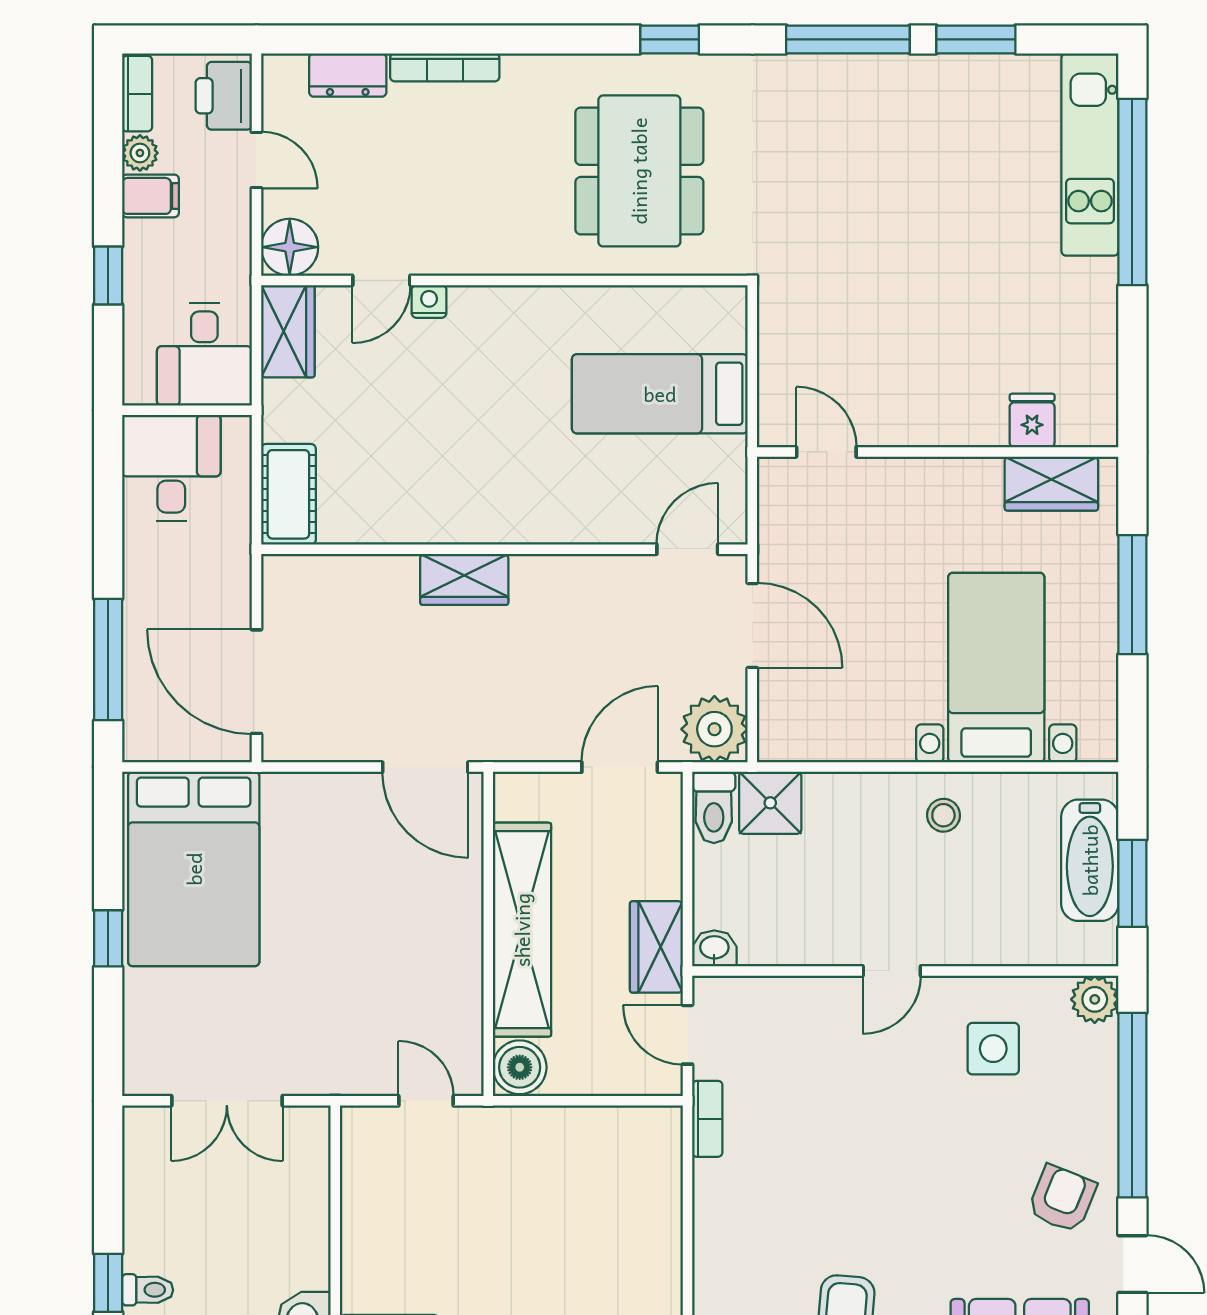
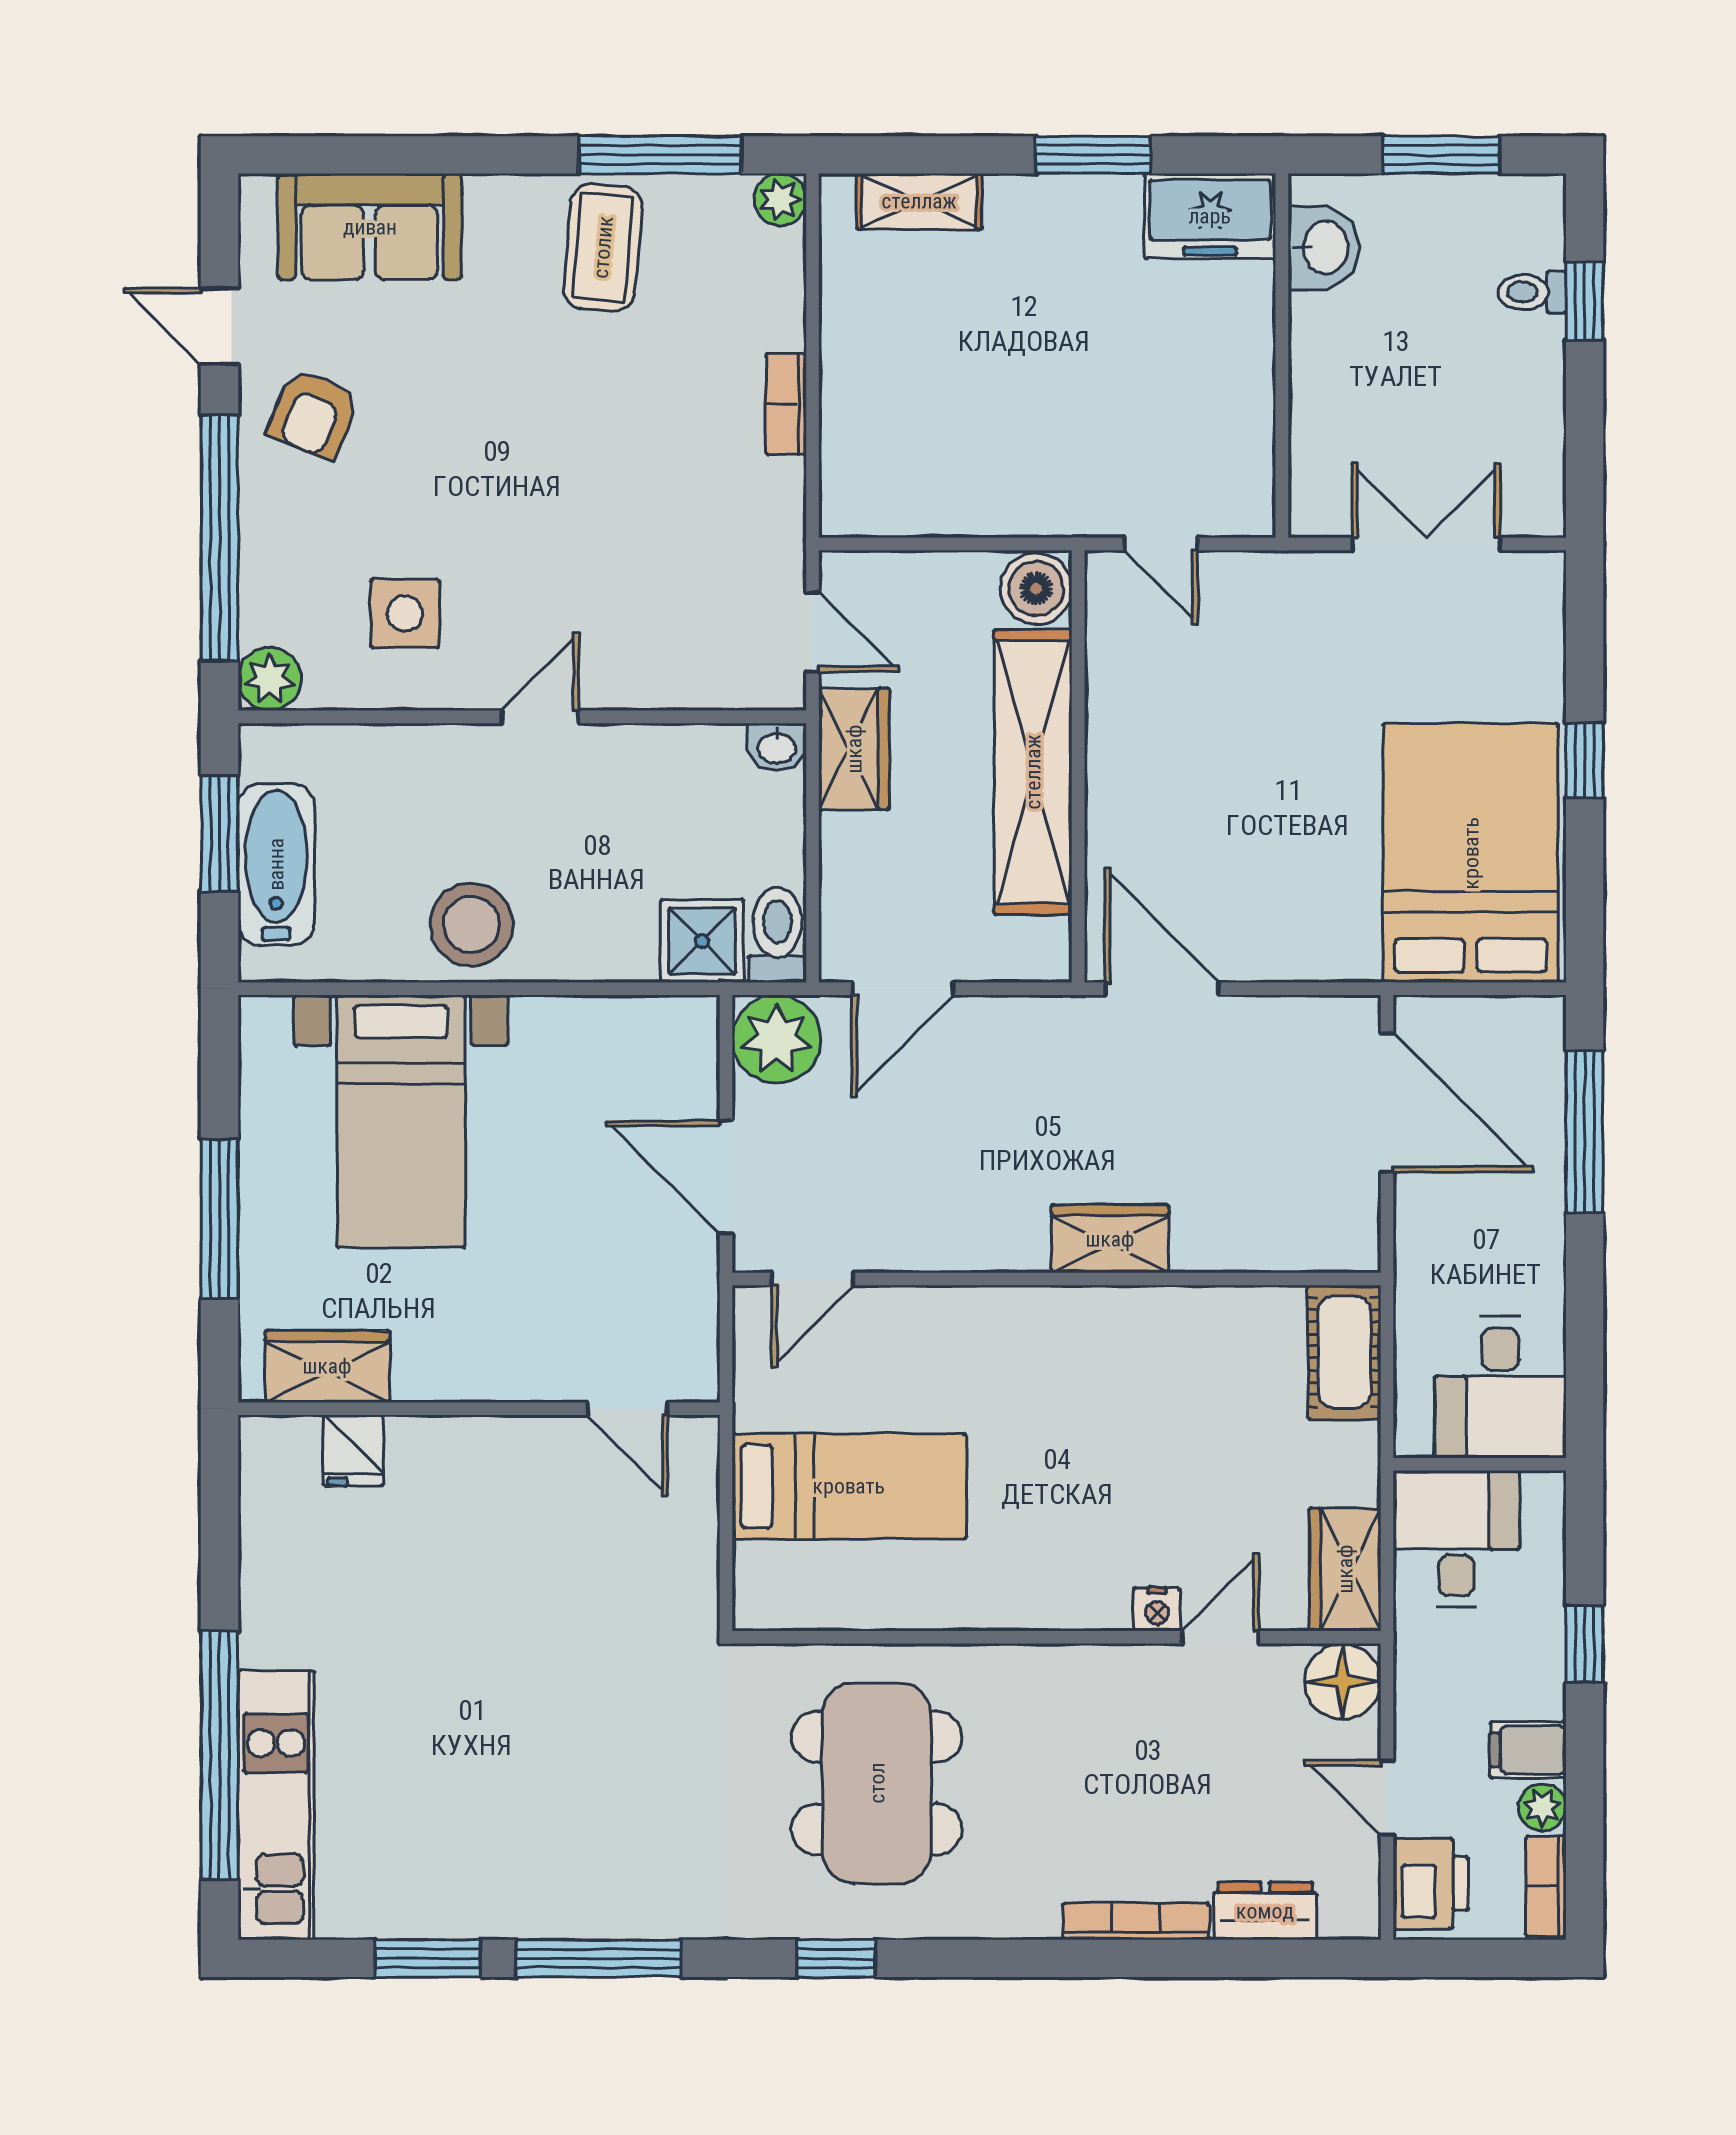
stool: (943, 815) -> (471, 924), width x1.89, depth x1.89
bookcase: (707, 1119) -> (786, 404), moved

